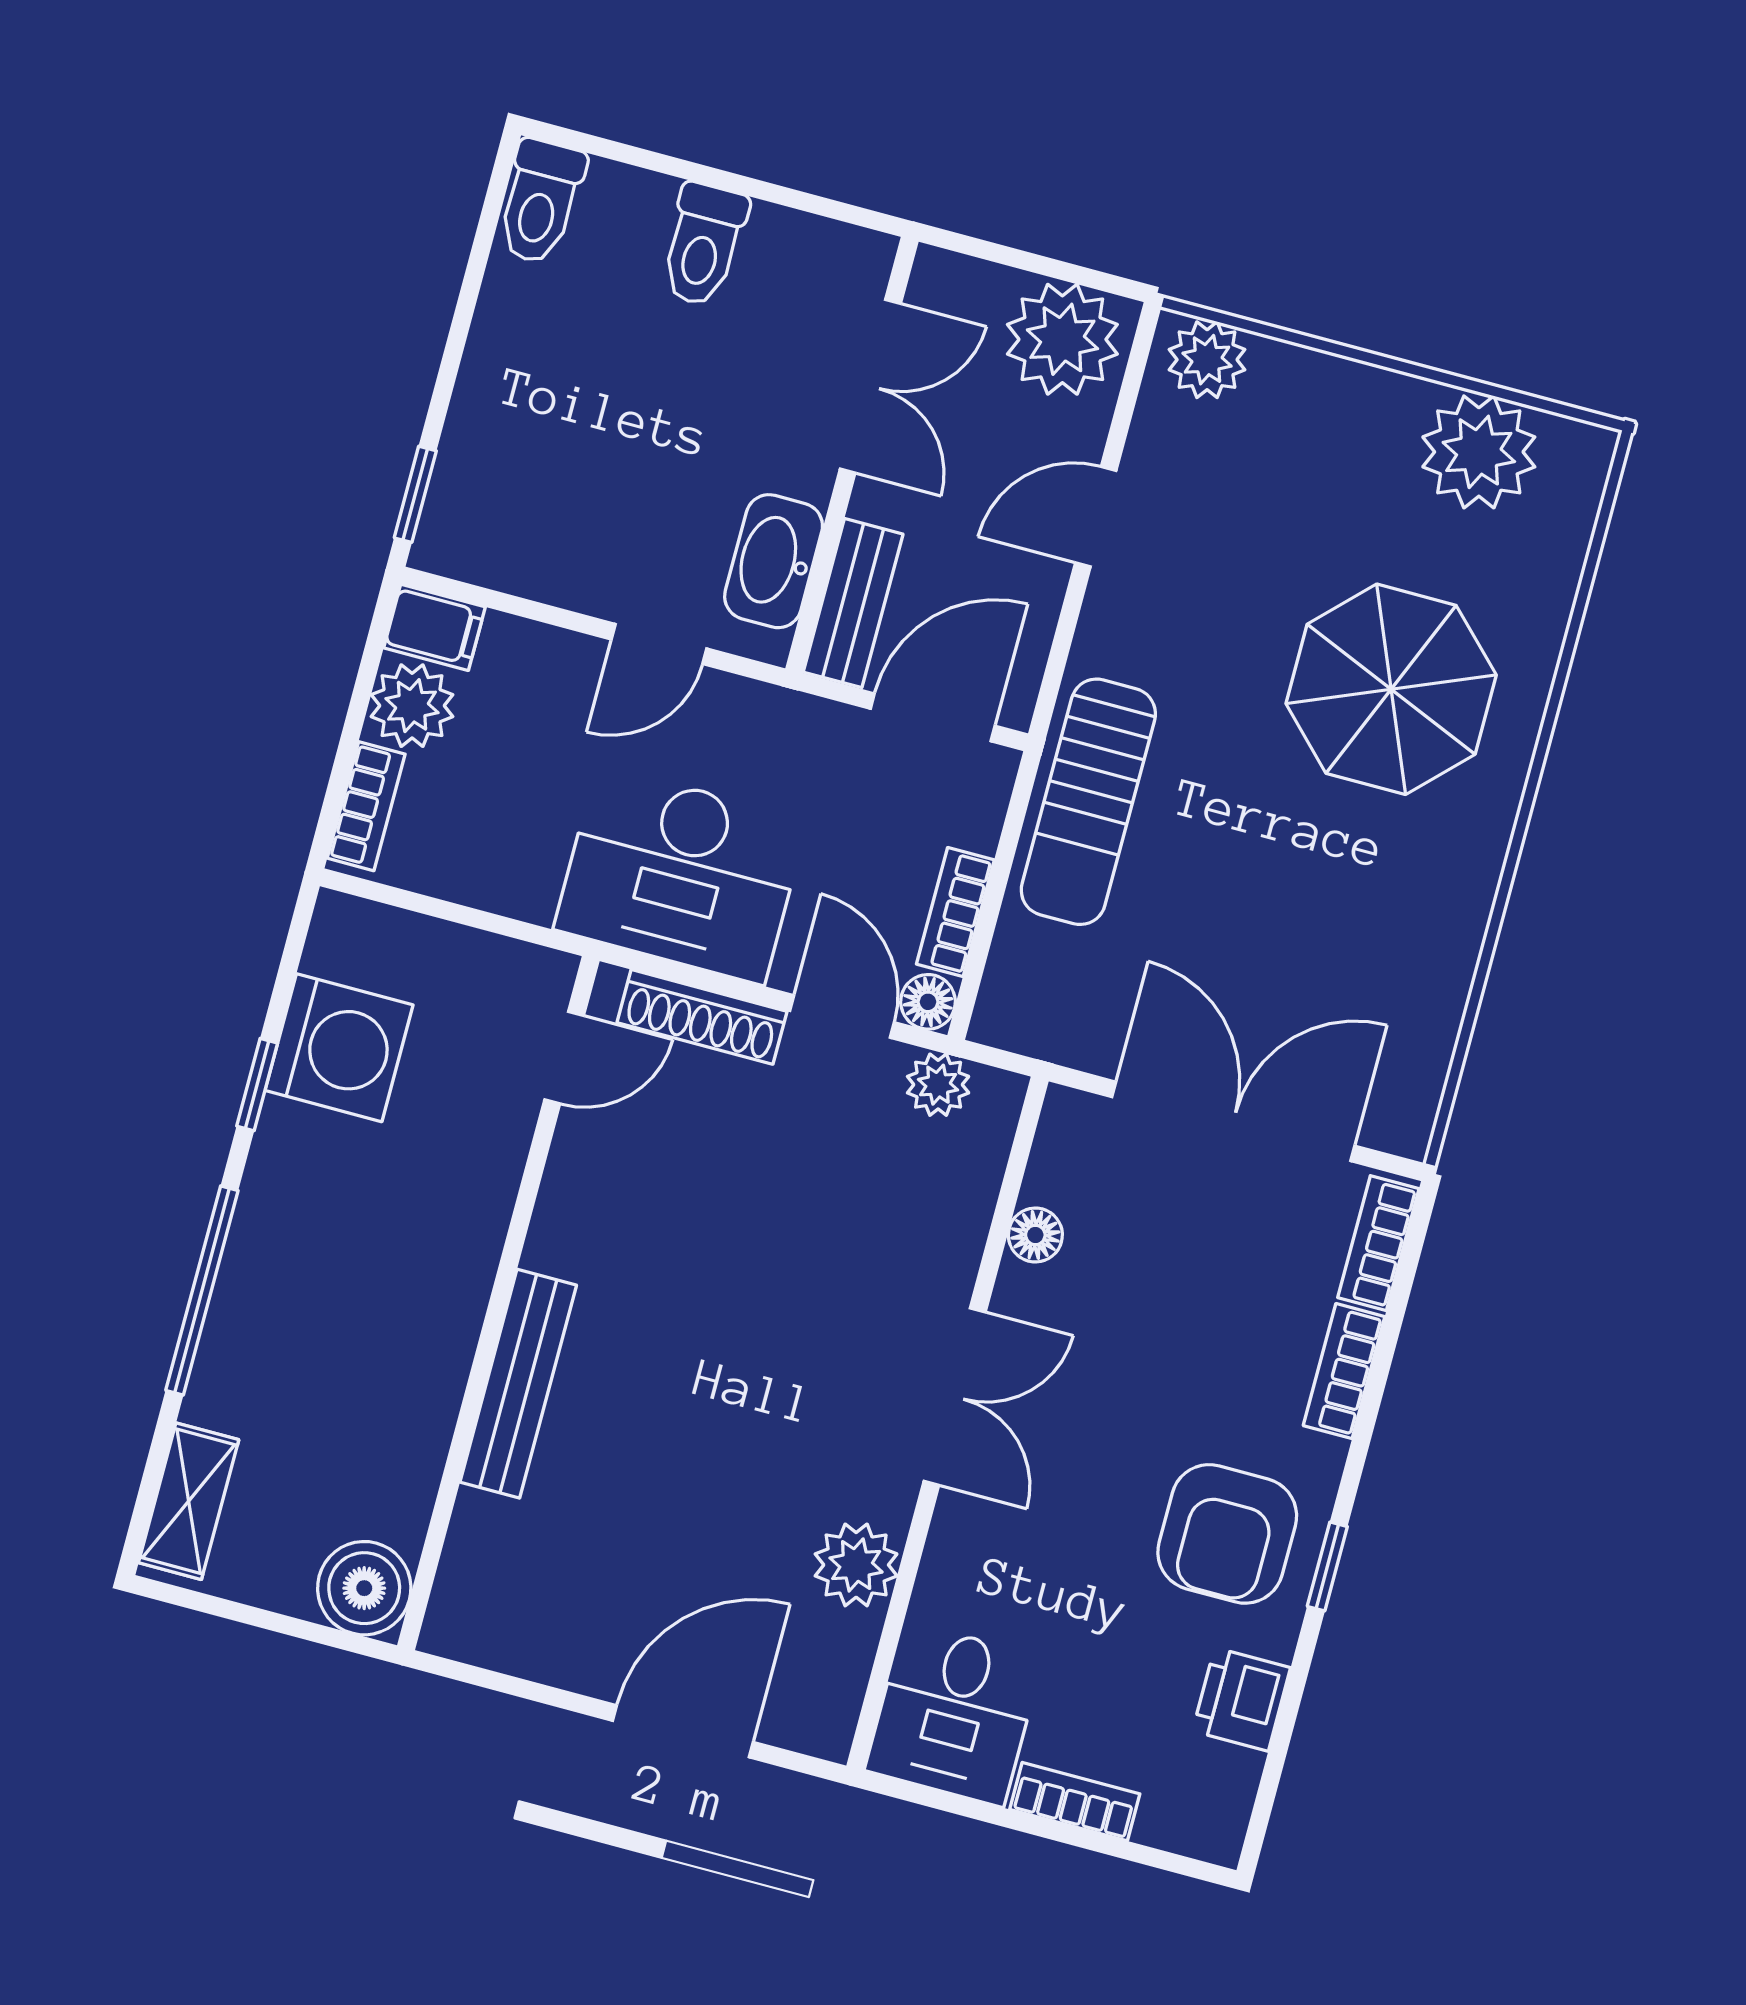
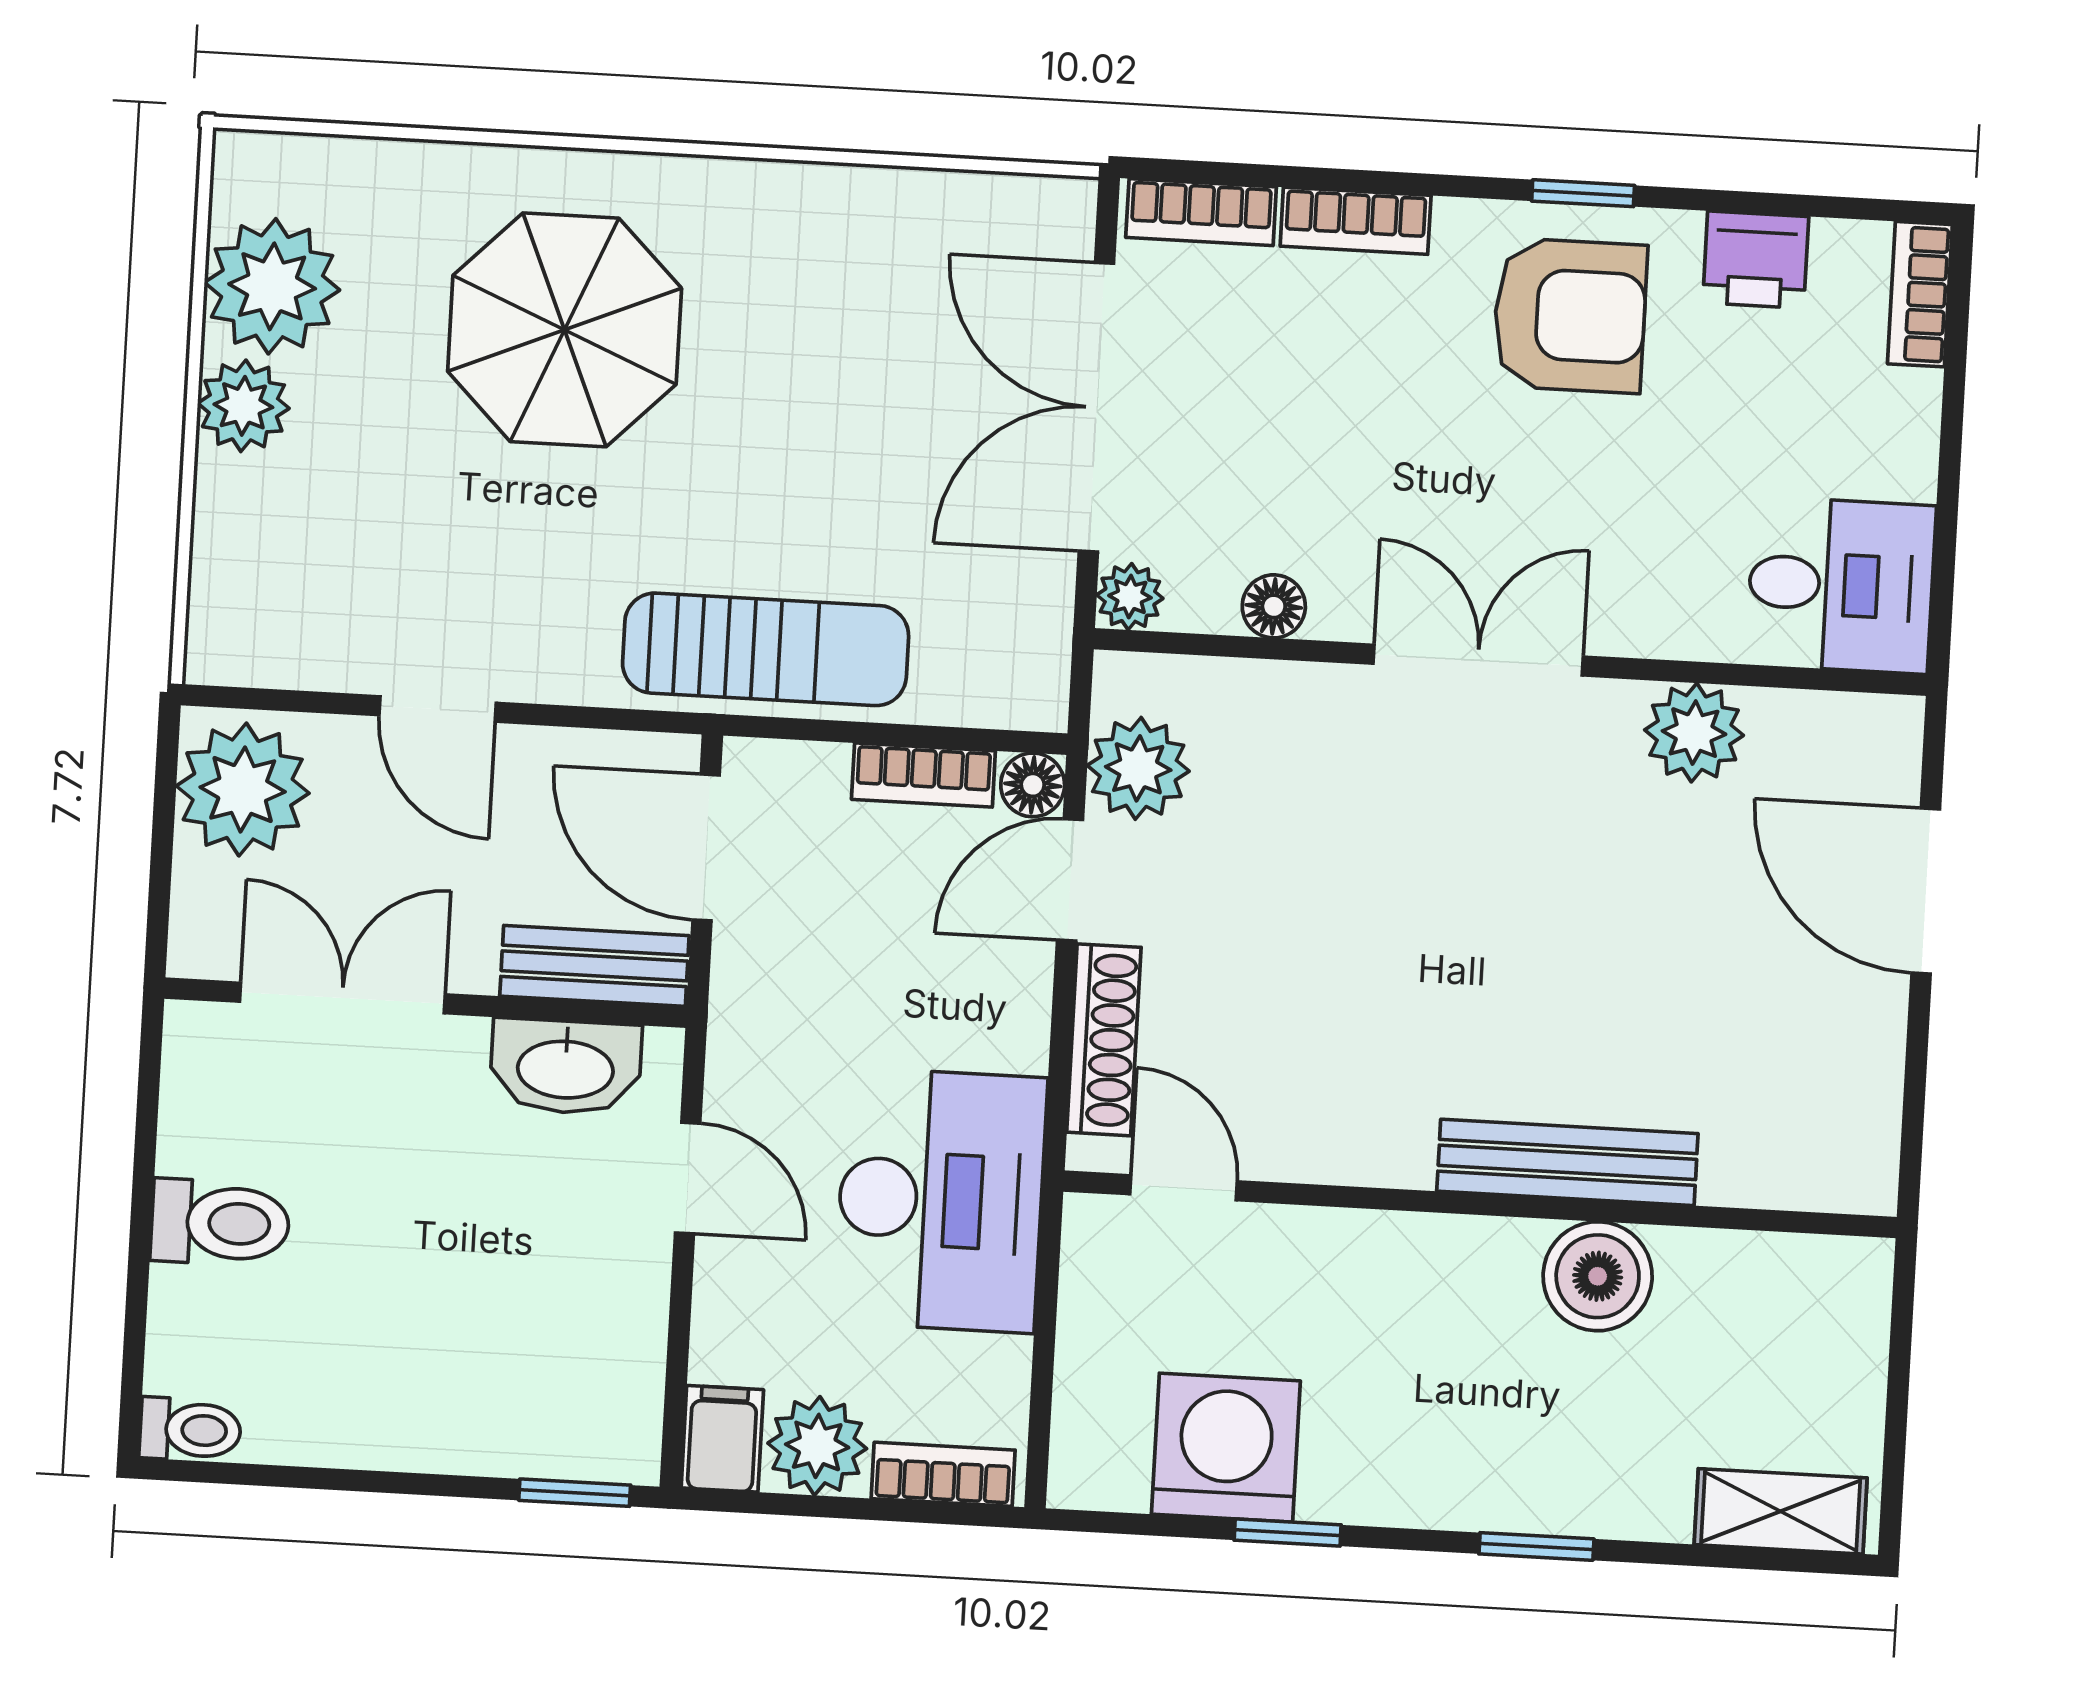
toilet: (540, 202) -> (190, 1430), width x0.73, depth x0.72
plant: (1207, 360) -> (243, 406), moved
desk: (681, 875) -> (941, 1200), moved
plant: (938, 1085) -> (1138, 768), width x1.38, depth x1.38
plant: (1069, 1116) -> (1130, 597), added
window: (202, 1291) -> (1536, 1546), width x0.46
boiler: (364, 1588) -> (1598, 1276), moved
bookcase: (1075, 1802) -> (1920, 294), moved

